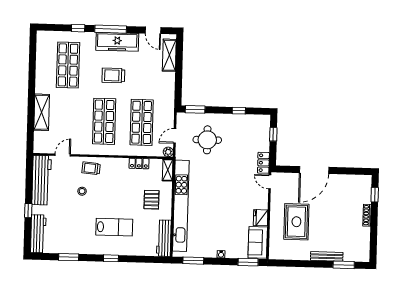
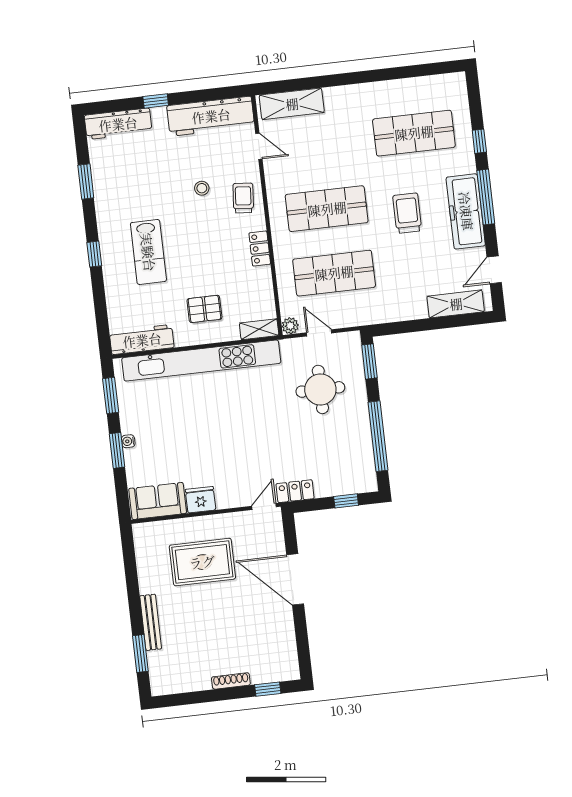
window: (239, 111) -> (378, 436), width x3.17
shelving: (42, 112) -> (292, 104), moved
locker: (139, 163) -> (260, 249), moved
window: (248, 262) -> (117, 450), moved

